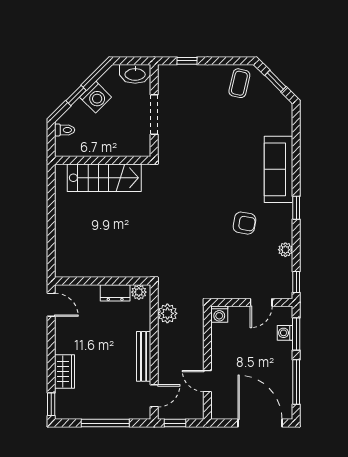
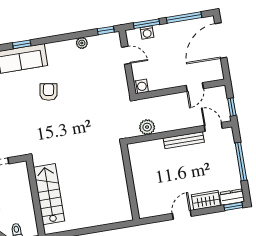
window: (296, 208) -> (22, 44), moved
armchair: (244, 223) -> (48, 92), moved
plant: (139, 292) -> (134, 152), removed
dresser: (115, 293) -> (232, 197), moved, turned -90
door: (51, 305) -> (182, 215), moved

